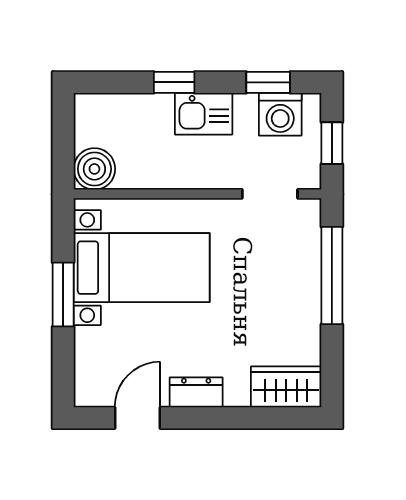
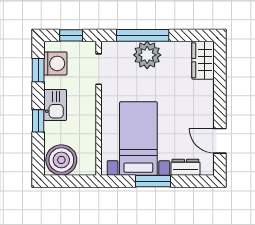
boiler: (94, 169) -> (61, 160), moved, width x1.37, depth x1.37
plant: (296, 284) -> (147, 55), added
dresser: (196, 392) -> (185, 167), moved, turned 90

